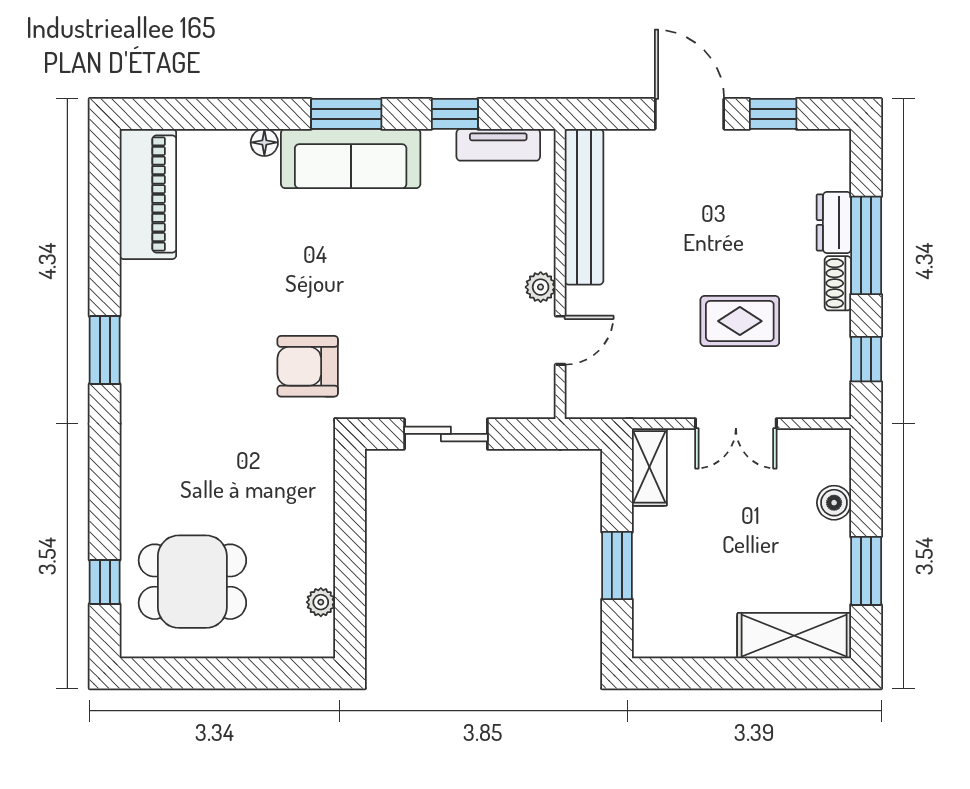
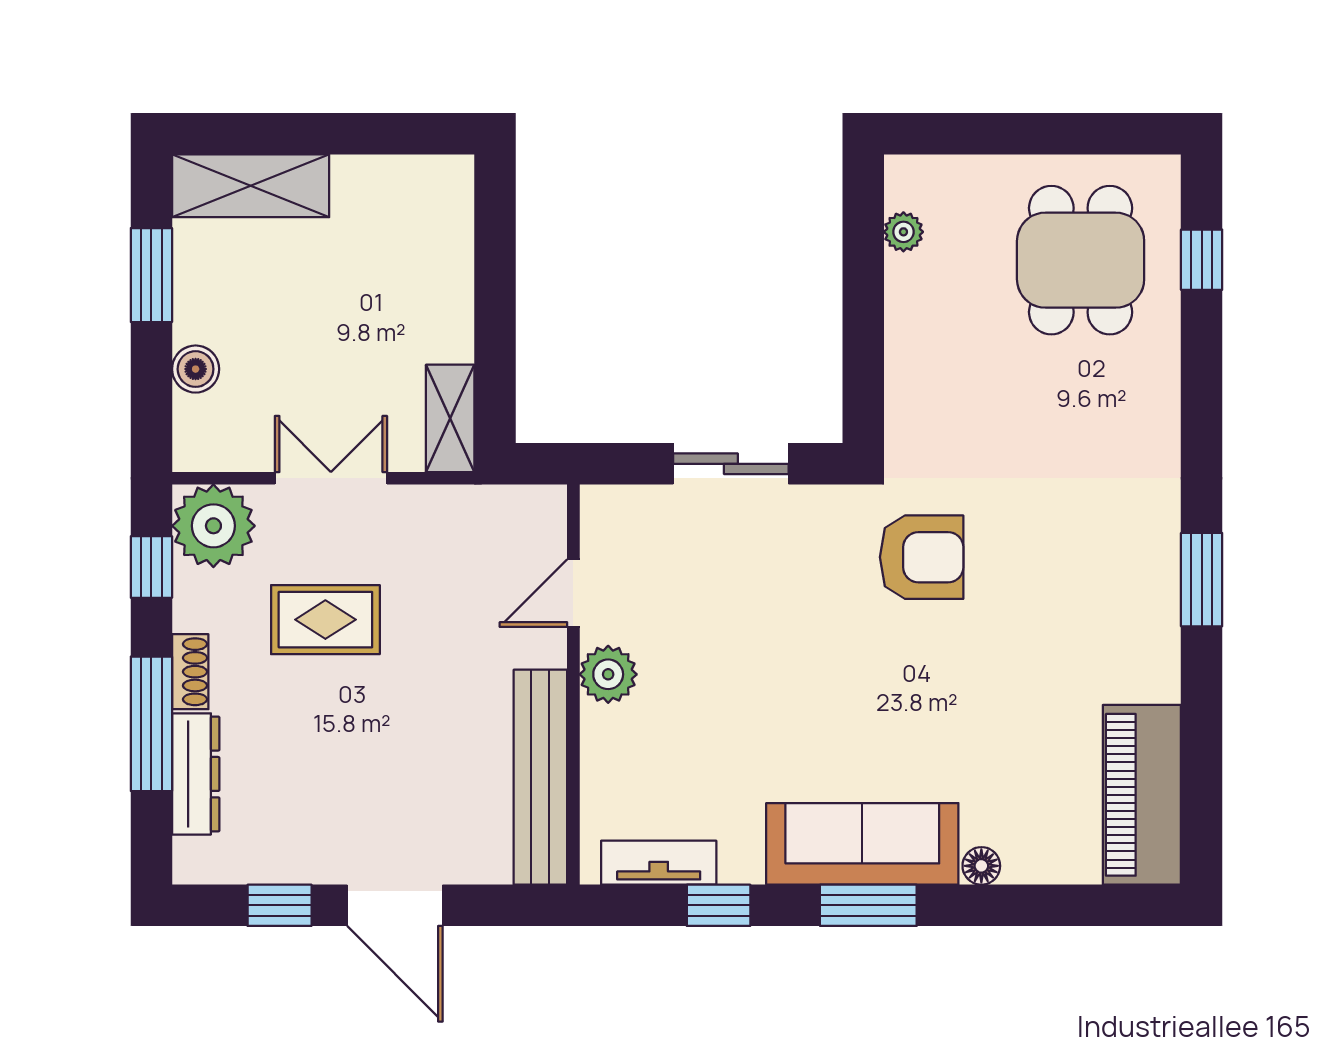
dresser: (834, 222) -> (196, 774), width x1.44
plant: (541, 287) -> (608, 674), width x1.38, depth x1.38
plant: (821, 389) -> (213, 526), added
window: (617, 566) -> (495, 282), removed
dining table: (192, 582) -> (1081, 260), turned 90

